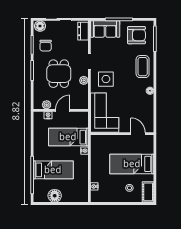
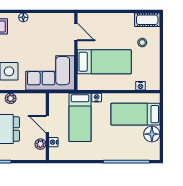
door: (138, 134) -> (76, 32), swing flipped
bed: (132, 164) -> (104, 62), moved, turned -90
bed: (53, 170) -> (135, 114), moved, turned -90

